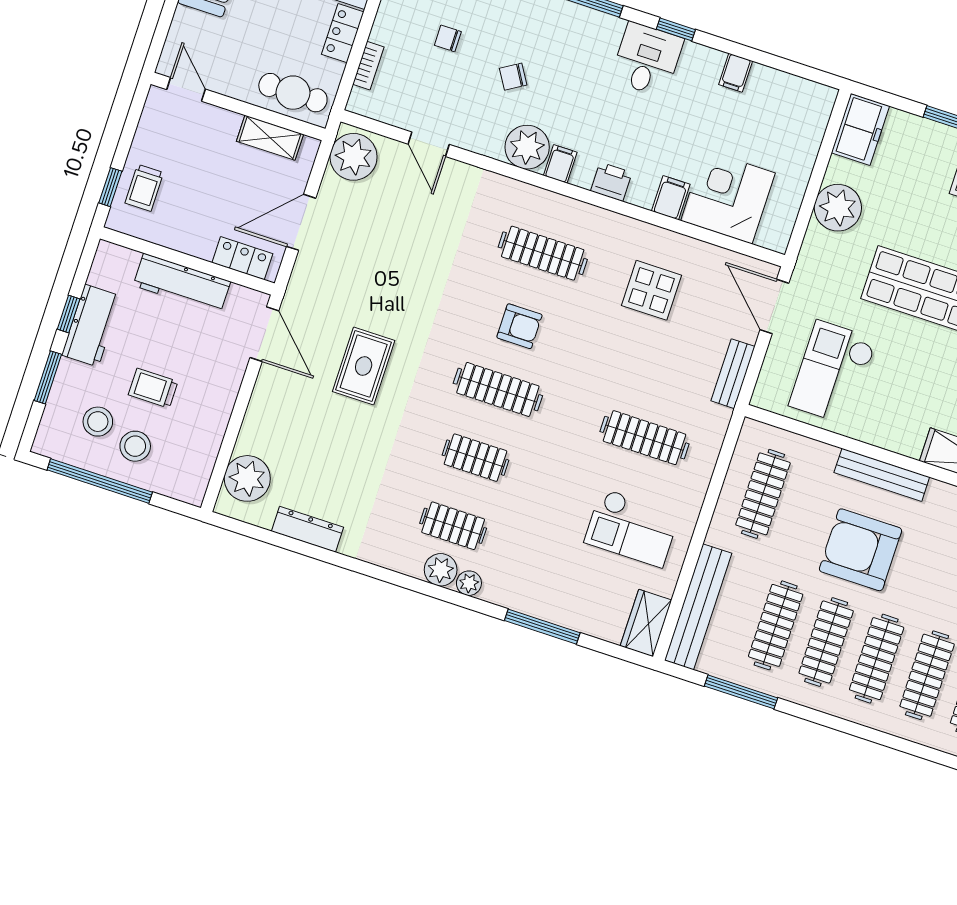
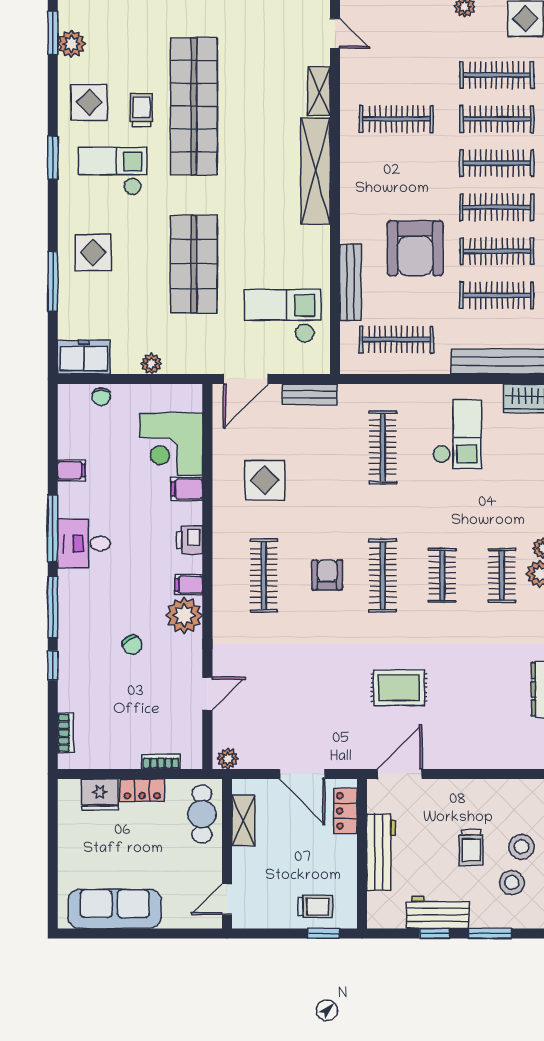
window: (676, 29) -> (53, 529), width x2.17
chair: (448, 38) -> (101, 397), moved
plant: (354, 157) -> (228, 759), width x0.53, depth x0.53
plant: (838, 208) -> (151, 364), width x0.53, depth x0.53
checkout: (833, 372) -> (283, 316), turned 180
bench: (882, 475) -> (351, 282), moved
plant: (247, 478) -> (518, 750), removed

